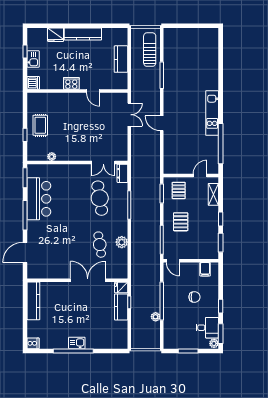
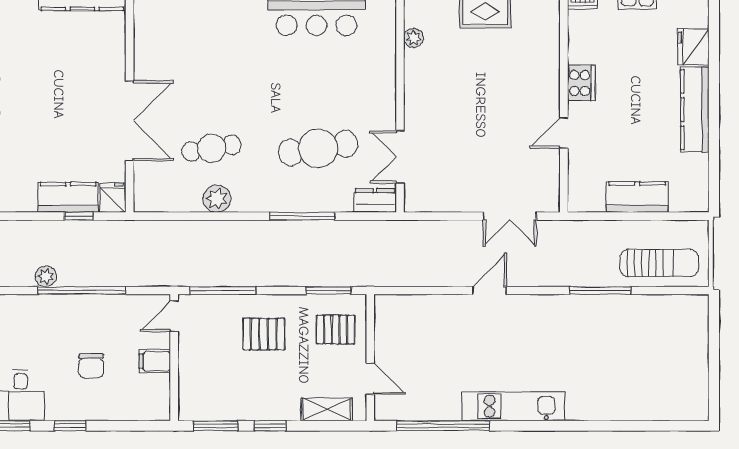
filing cabinet: (205, 269) -> (155, 361), moved

